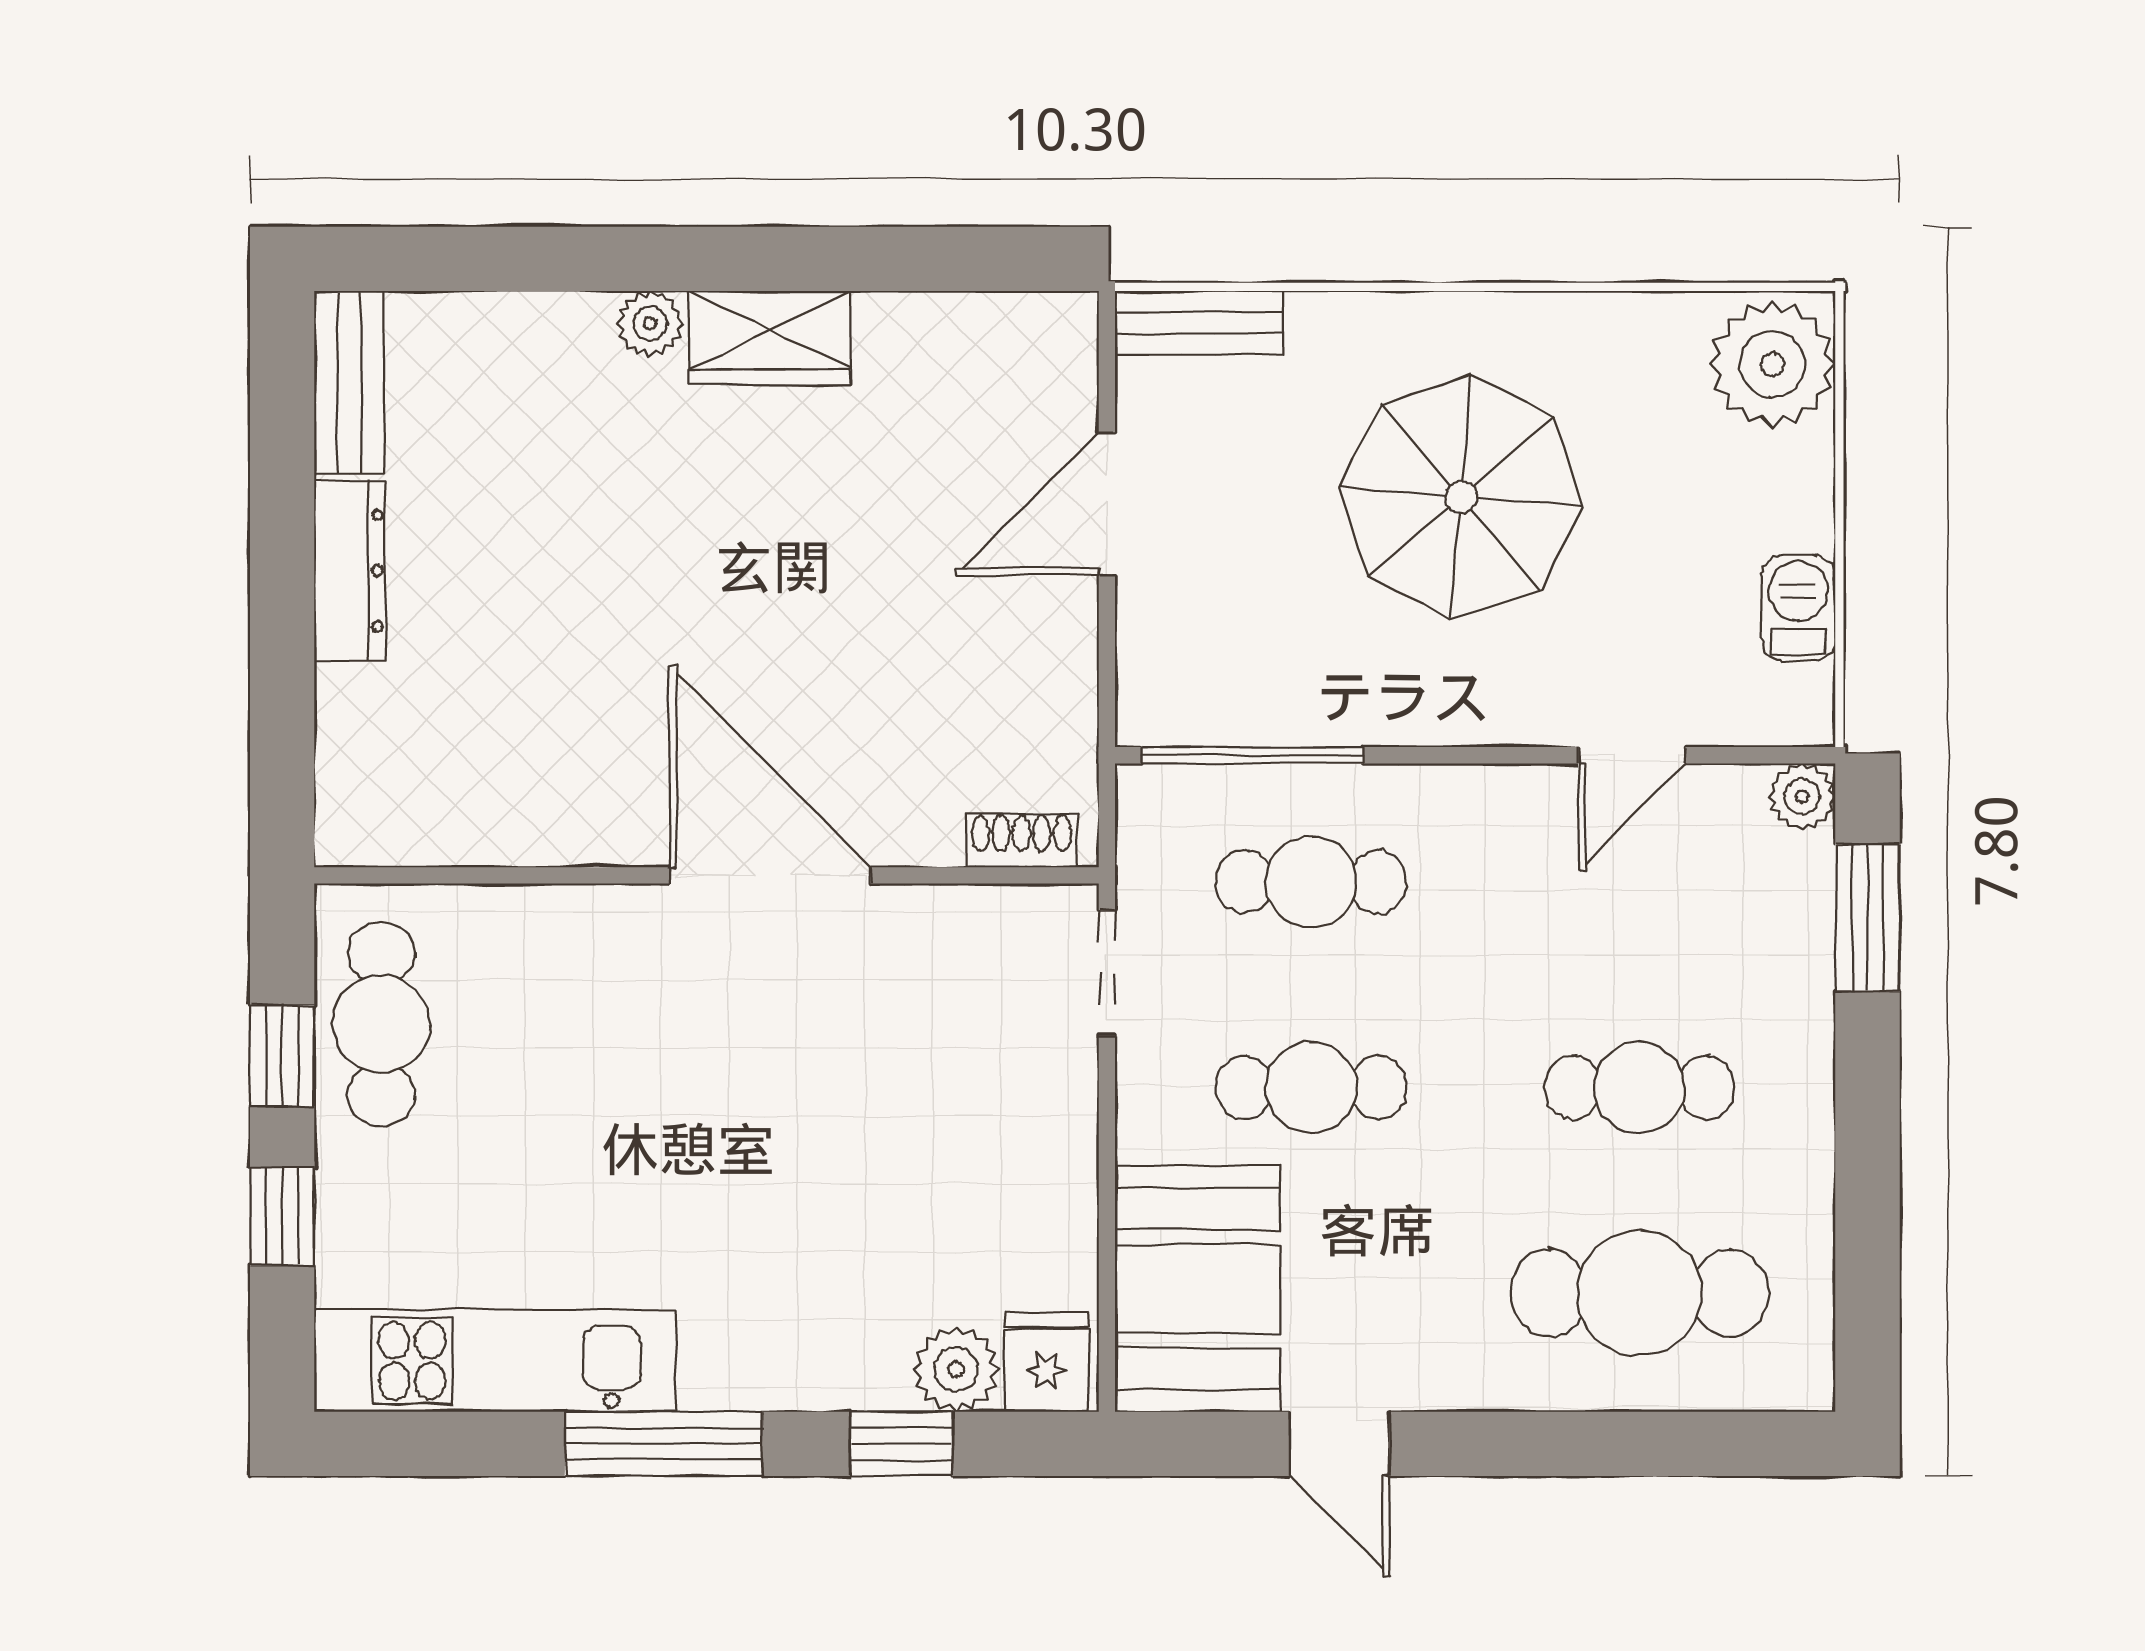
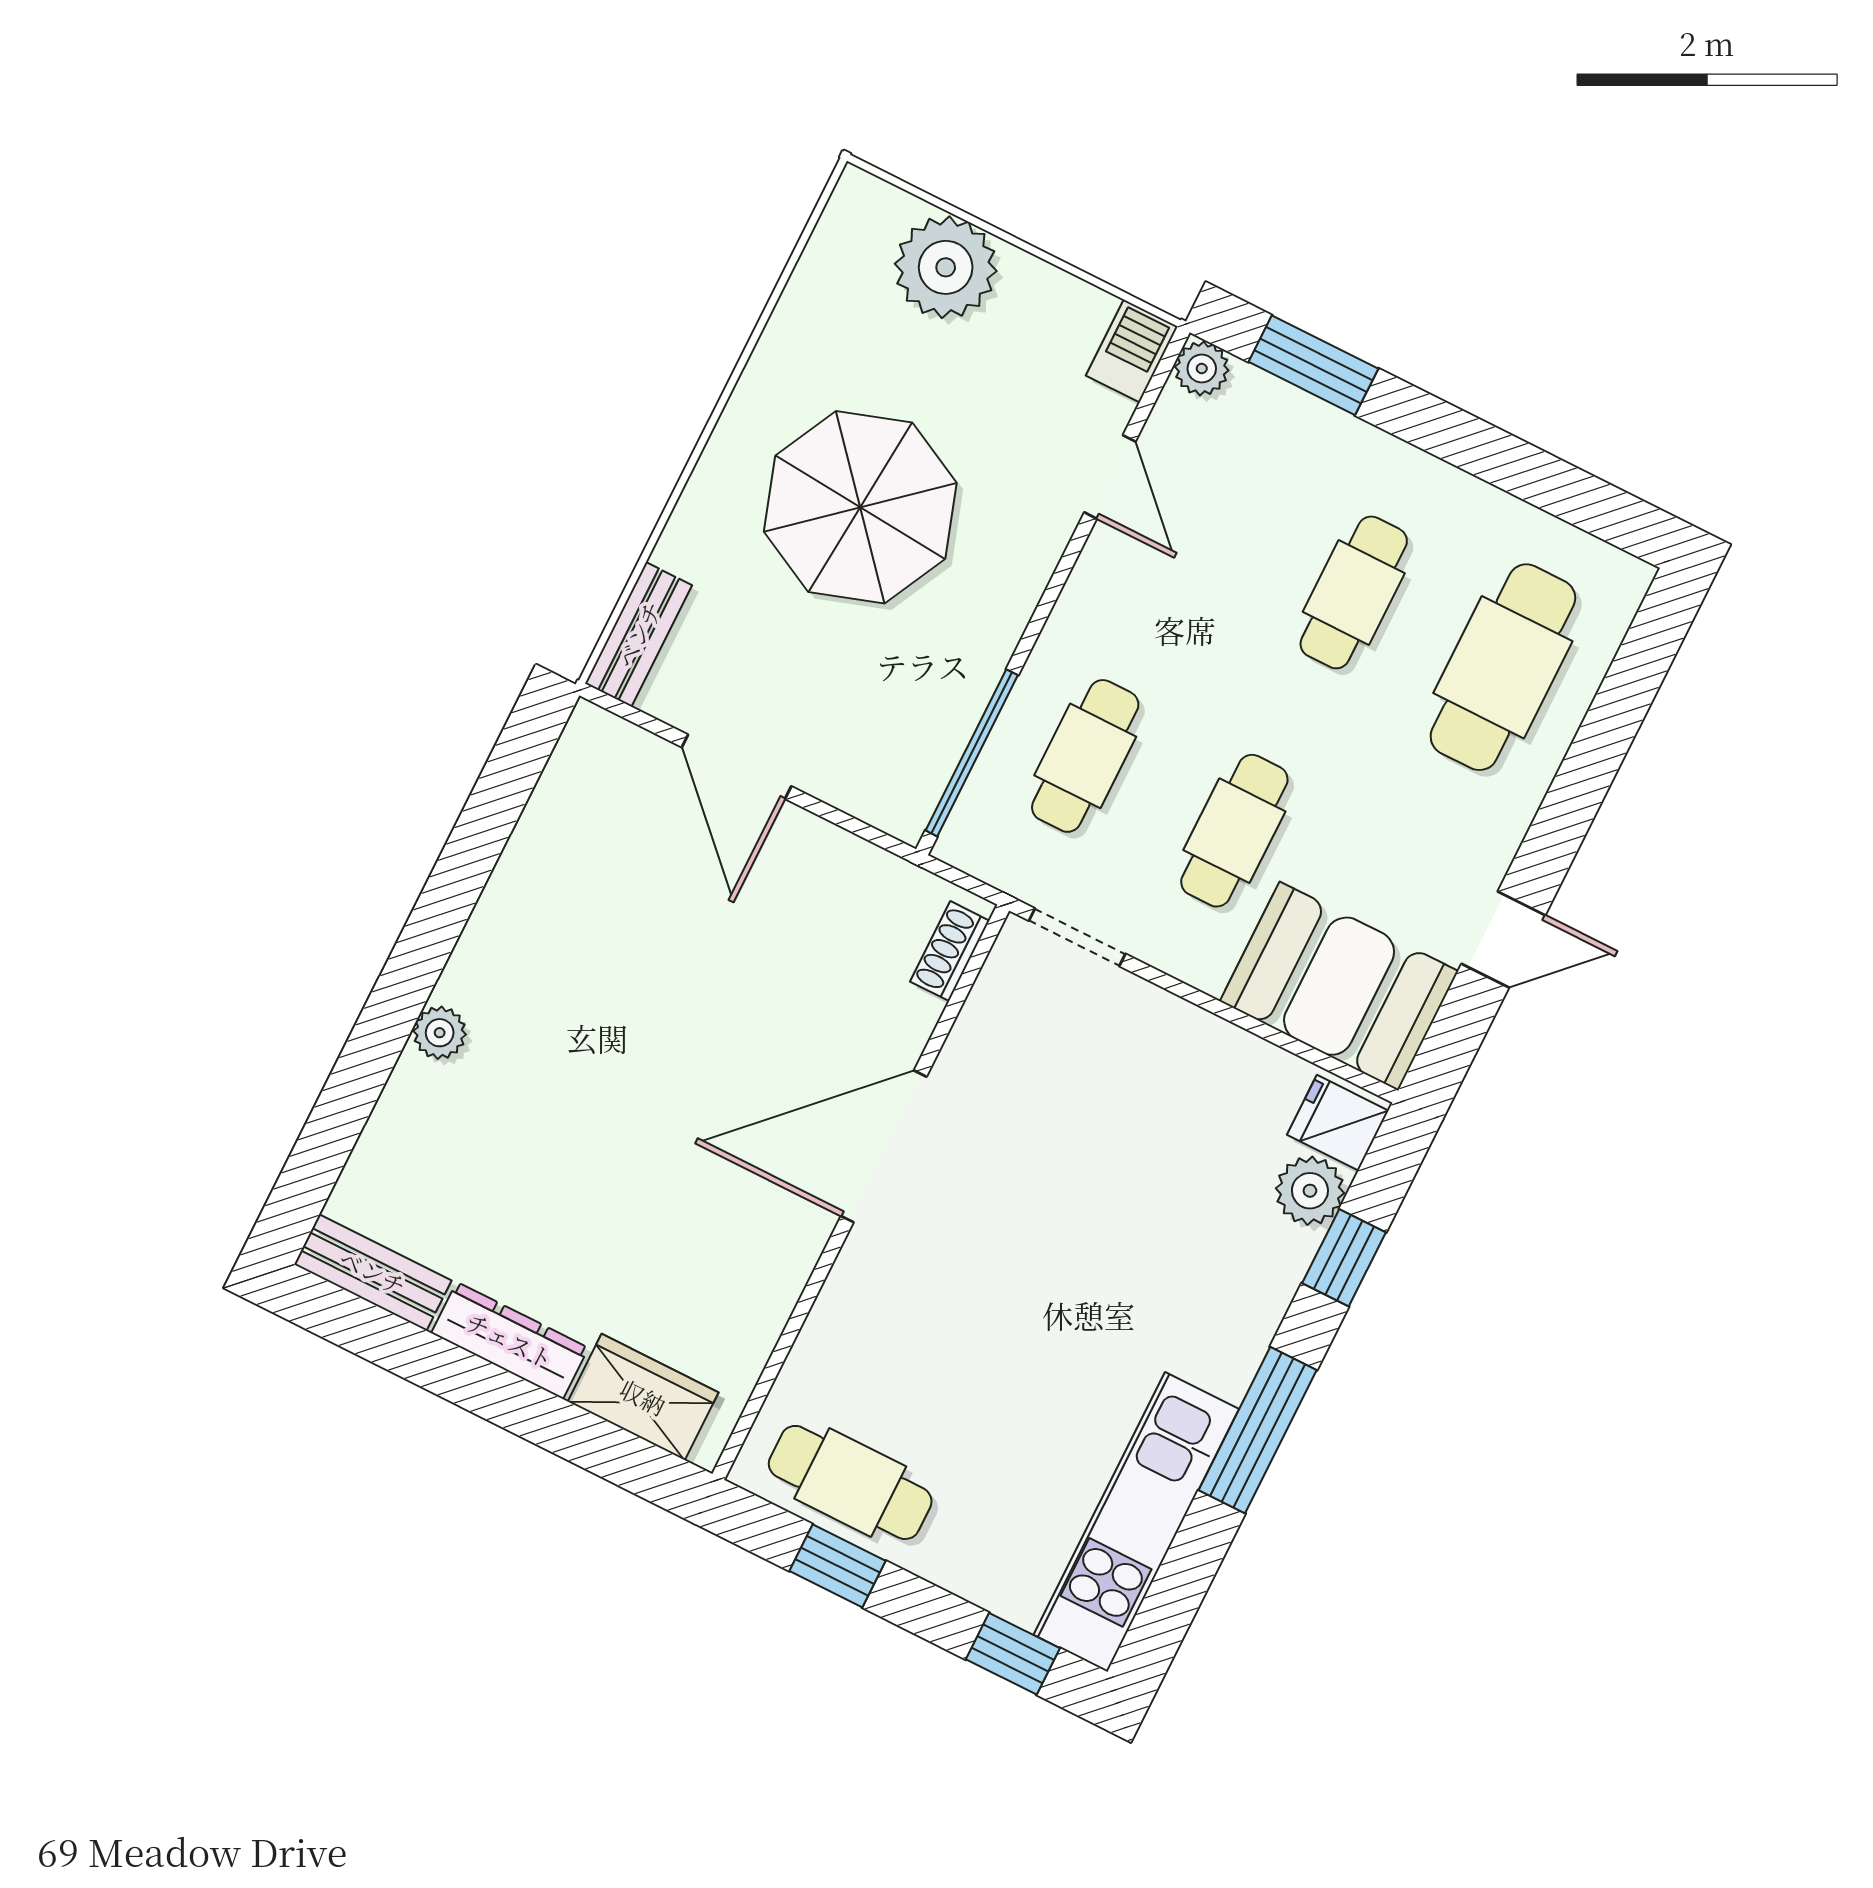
wardrobe: (770, 338) -> (643, 1397), moved, turned -90
plant: (1772, 364) -> (946, 267), moved
barbecue: (1798, 608) -> (1132, 351), moved, turned 90
window: (282, 1216) -> (1013, 1654), moved

